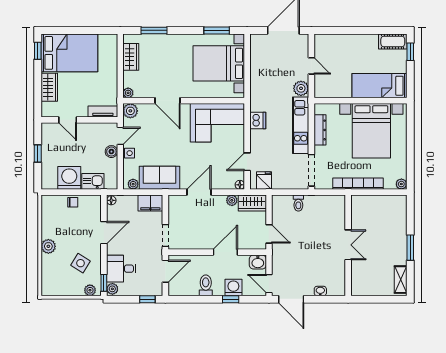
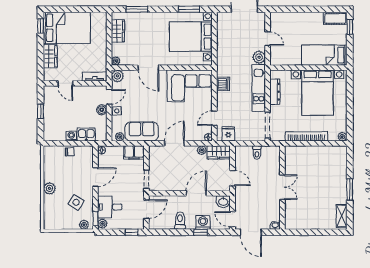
washing machine: (69, 178) -> (71, 136), width x0.53, depth x0.53
double door: (348, 245) -> (282, 187), moved
wall: (348, 245) -> (282, 188), moved

